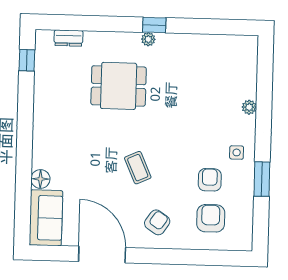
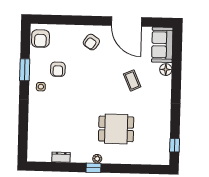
dresser: (68, 38) -> (61, 157), moved
plant: (249, 107) -> (33, 116), removed
coffee table: (138, 168) -> (132, 80), moved
armchair: (211, 218) -> (40, 38), moved

